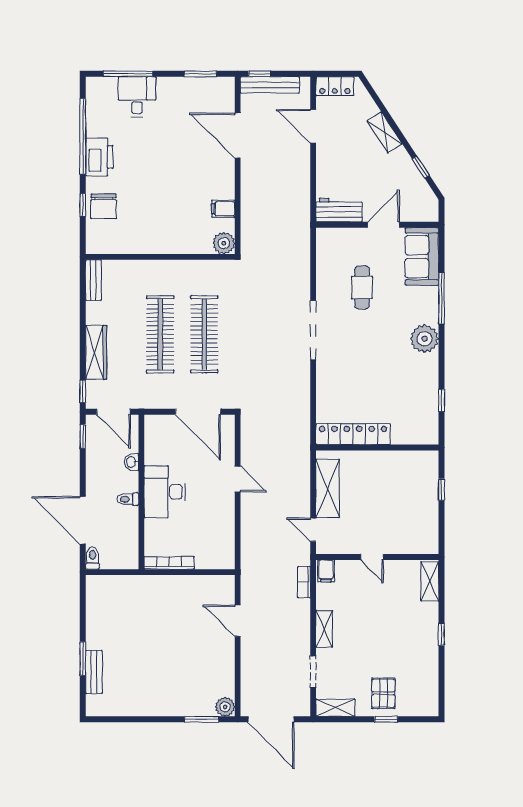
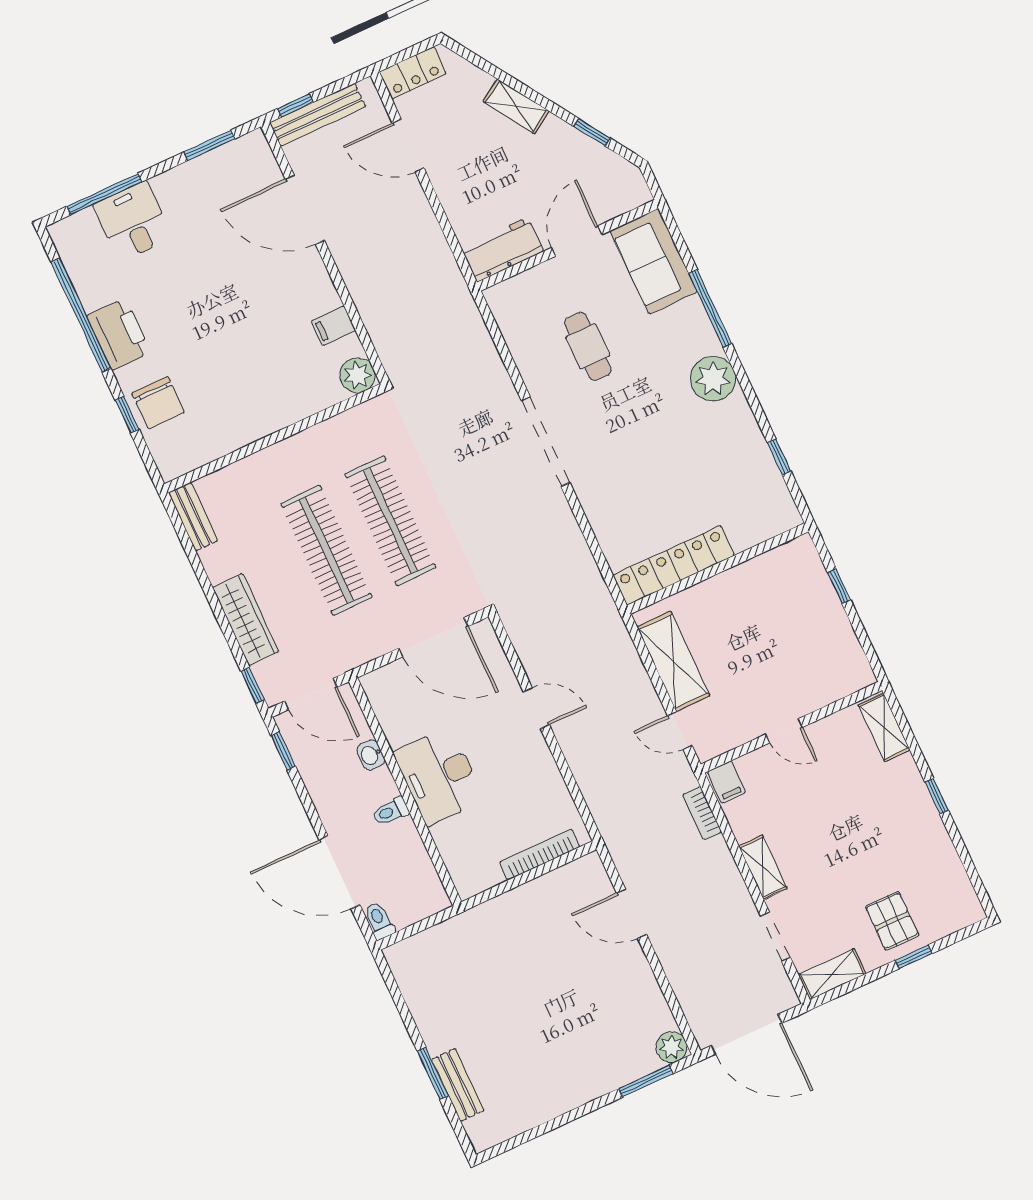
bookcase: (169, 563) -> (540, 855), moved

